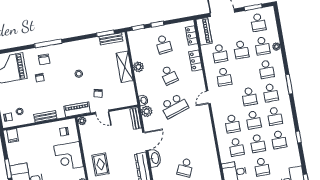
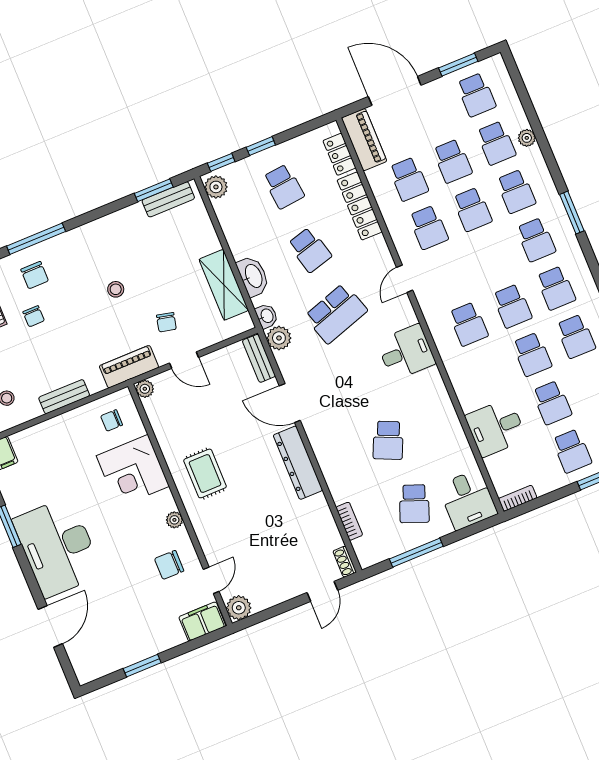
locker: (195, 61) -> (360, 206), width x1.53
shelving: (125, 67) -> (224, 285), moved
plant: (138, 67) -> (216, 187), moved
school desk: (249, 97) -> (472, 209), moved
desk: (202, 130) -> (406, 352), added
door: (145, 141) -> (290, 403), swing flipped
school desk: (236, 147) -> (488, 372), removed
washbasin: (155, 158) -> (253, 276), moved

